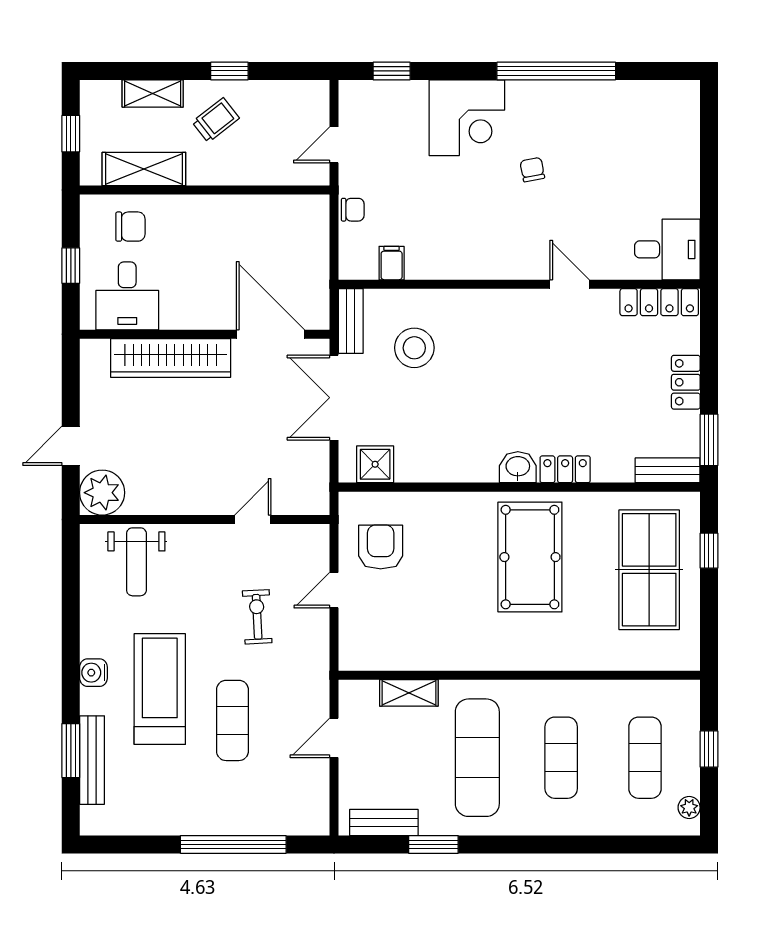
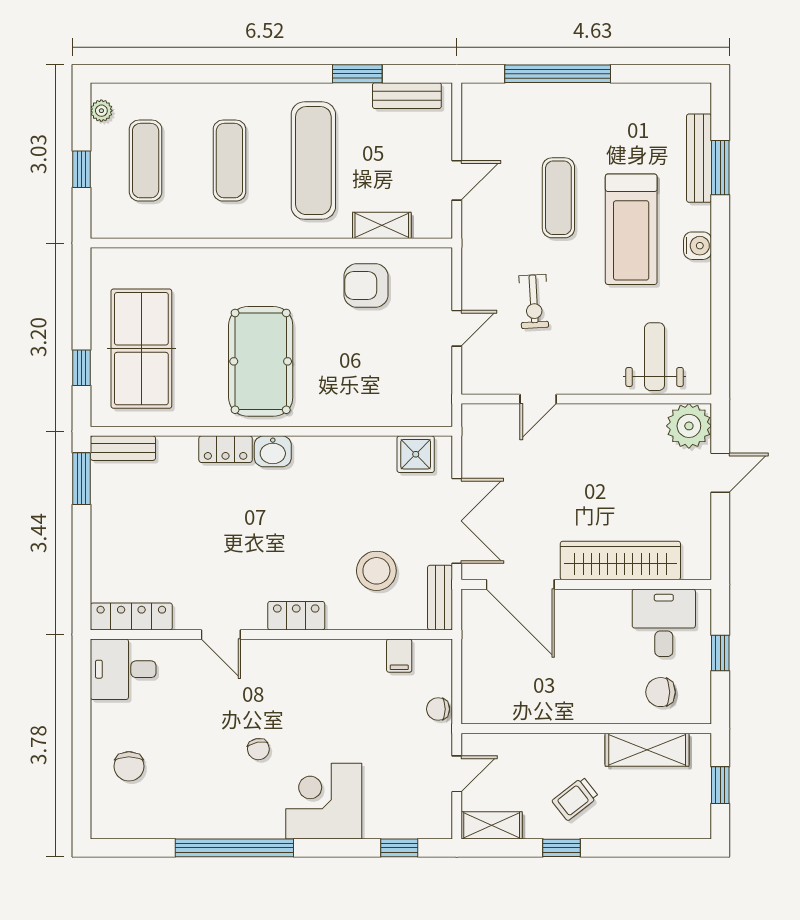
shelving: (153, 93) -> (492, 825), moved
chair: (662, 152) -> (129, 766), added
locker: (686, 382) -> (296, 616), moved, turned -90
armchair: (381, 547) -> (366, 286), moved, turned 90

